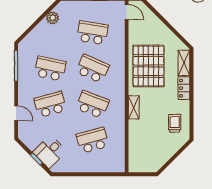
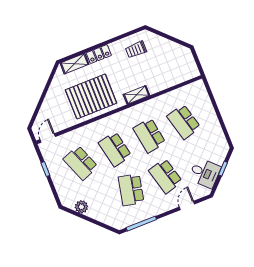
school desk: (92, 33) -> (81, 163), turned -30
school desk: (92, 69) -> (115, 149), turned -36
school desk: (92, 104) -> (149, 135), turned -30
desk: (50, 152) -> (205, 173), moved

